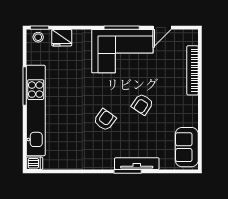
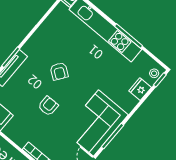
armchair: (142, 104) -> (48, 106), turned 56

